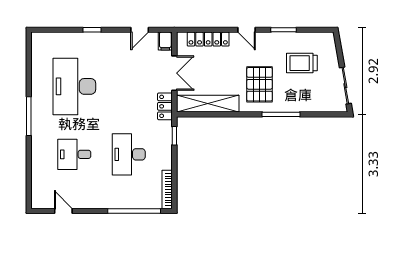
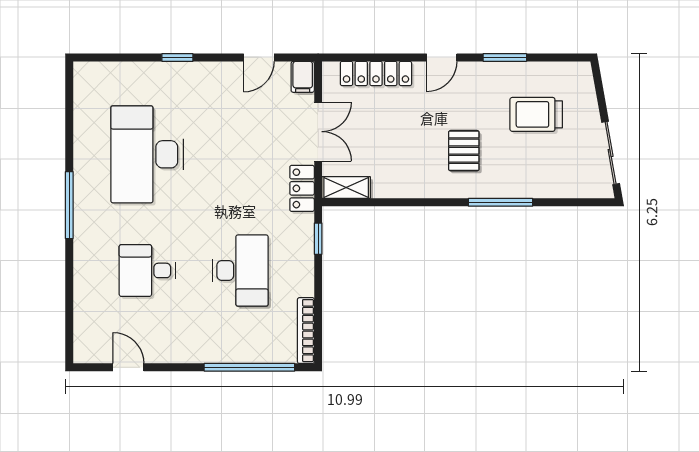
door: (247, 30) -> (442, 57), hinge flipped
pallet: (260, 84) -> (464, 151), width x0.67, depth x0.71
shelving: (208, 104) -> (346, 188), width x0.45, depth x0.75
desk: (129, 154) -> (240, 270), turned 180

